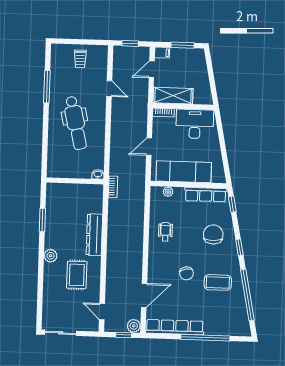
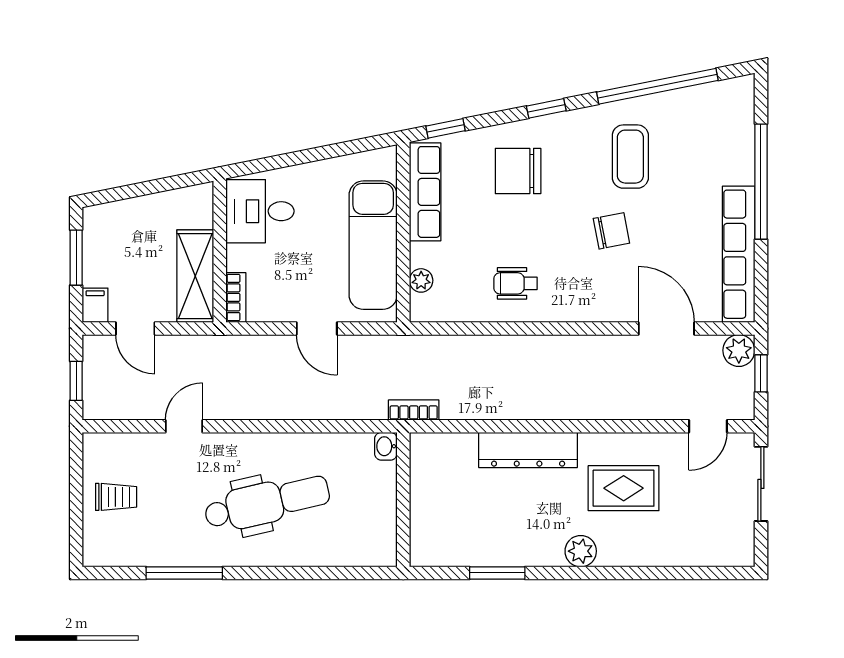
desk: (195, 124) -> (260, 211), width x0.73
sliding door: (61, 333) -> (761, 484), moved

